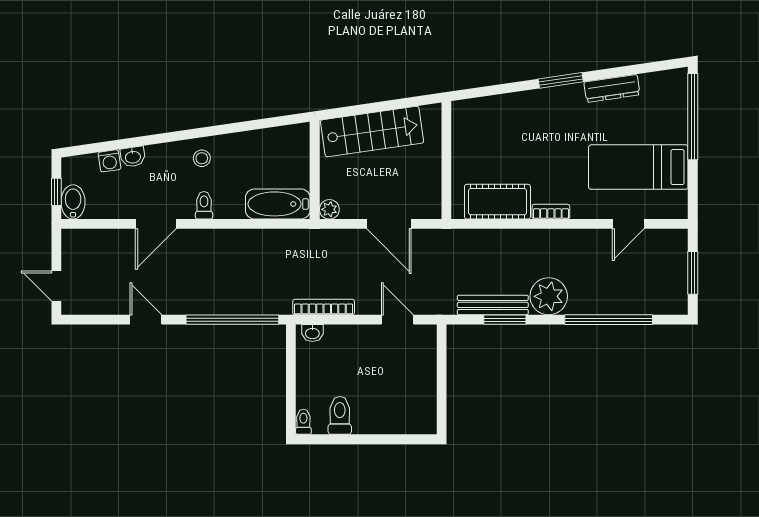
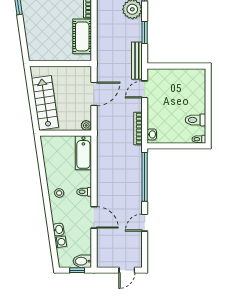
bench: (493, 305) -> (137, 61), moved

